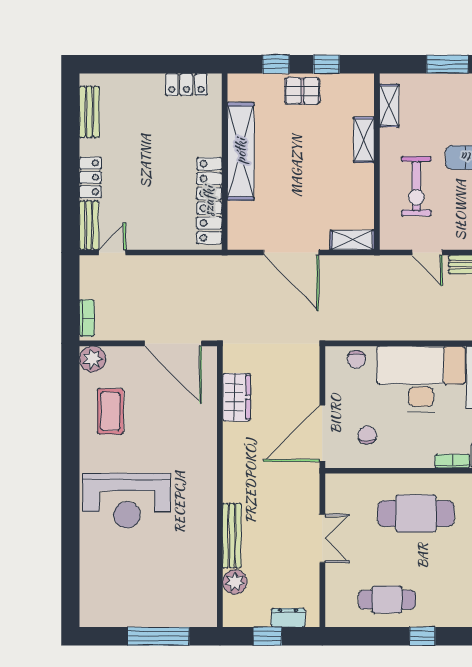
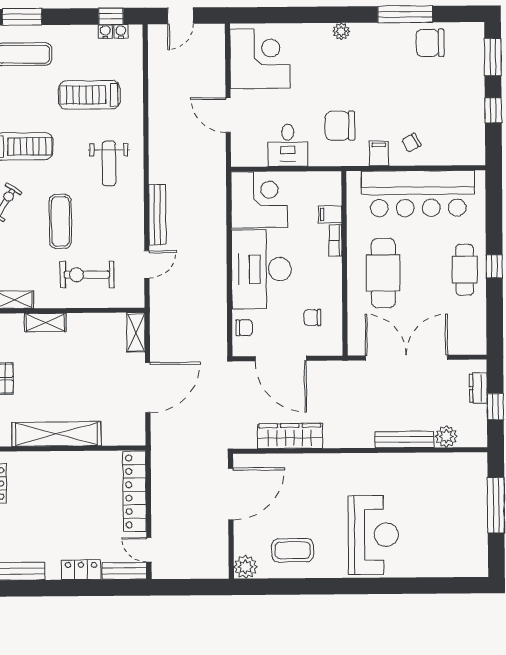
exercise bike: (416, 186) -> (87, 275), turned 180
locker: (209, 201) -> (135, 491), moved, turned 90
bookcase: (87, 318) -> (208, 572), removed
wardrobe: (237, 397) -> (290, 436), width x1.50
door: (322, 433) -> (281, 358), moved
double door: (322, 538) -> (406, 358), width x1.87
cafe table: (387, 600) -> (465, 270), moved

